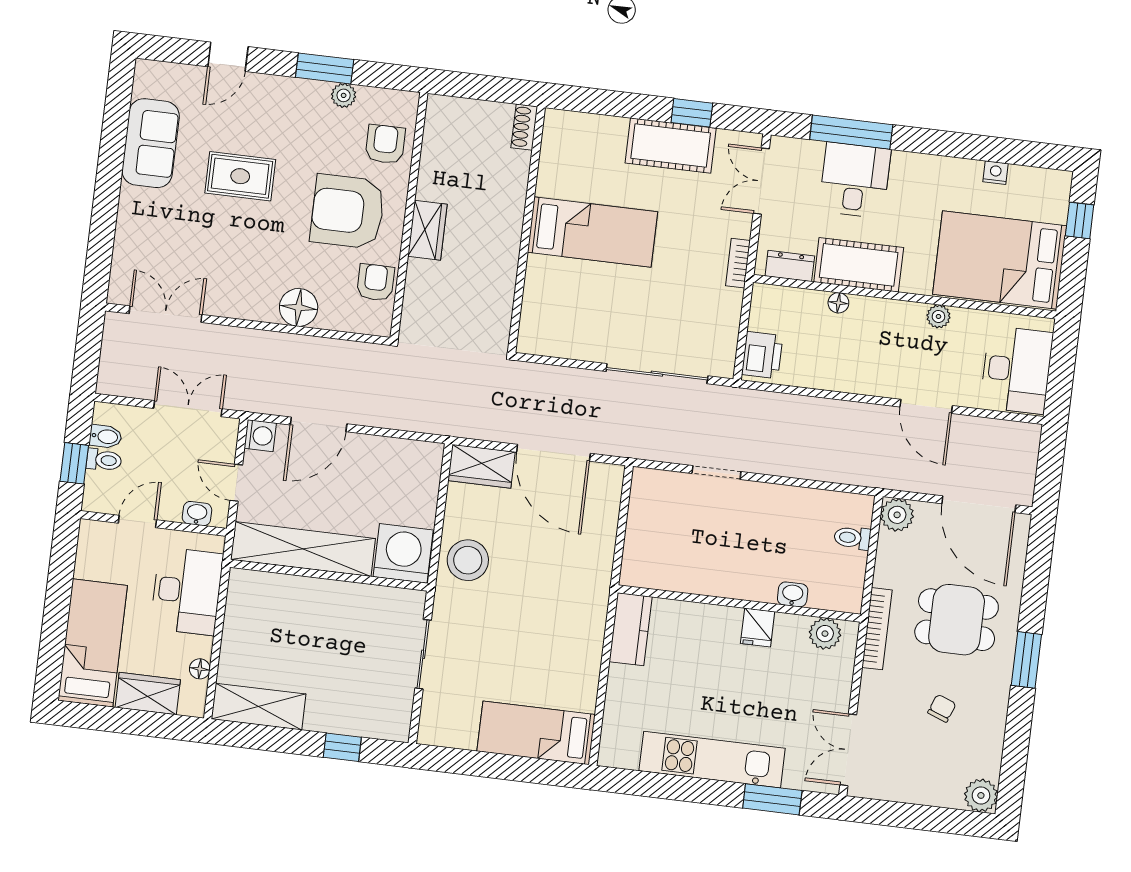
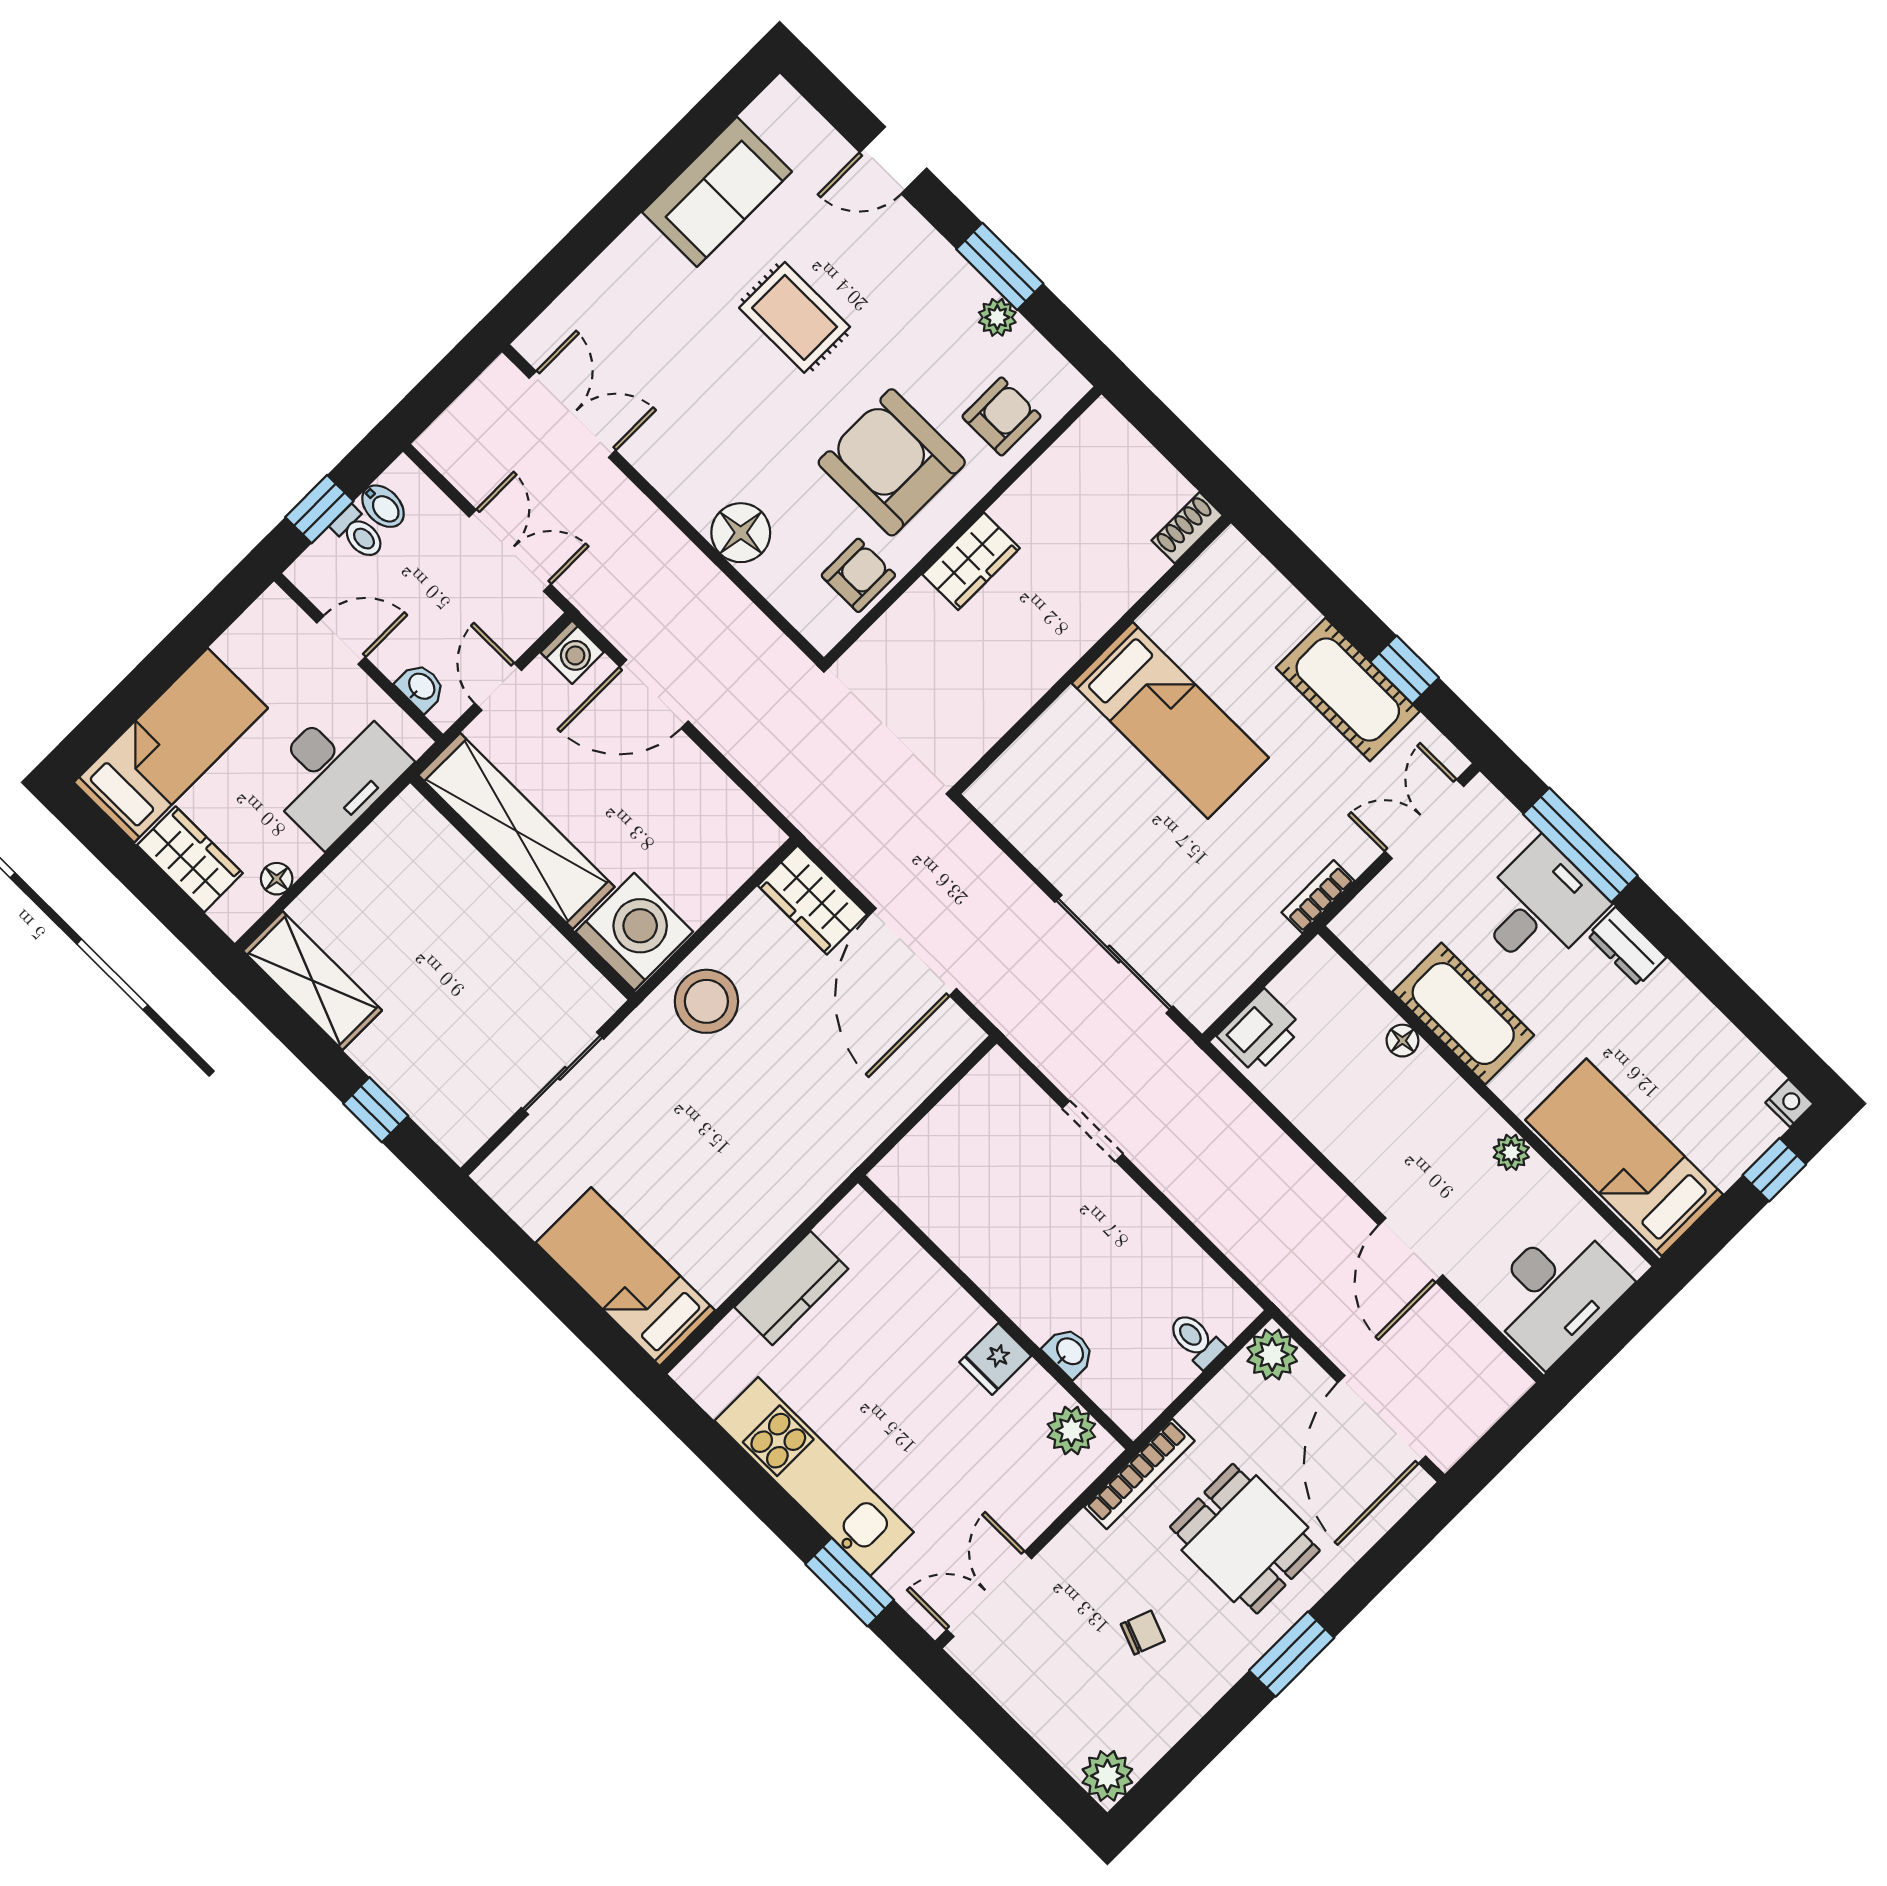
nightstand: (995, 173) -> (1789, 1103), moved
bed: (1000, 260) -> (1624, 1157), width x0.67
dresser: (790, 266) -> (1627, 946), moved, turned 180
kitchen counter: (631, 629) -> (791, 1288), moved

